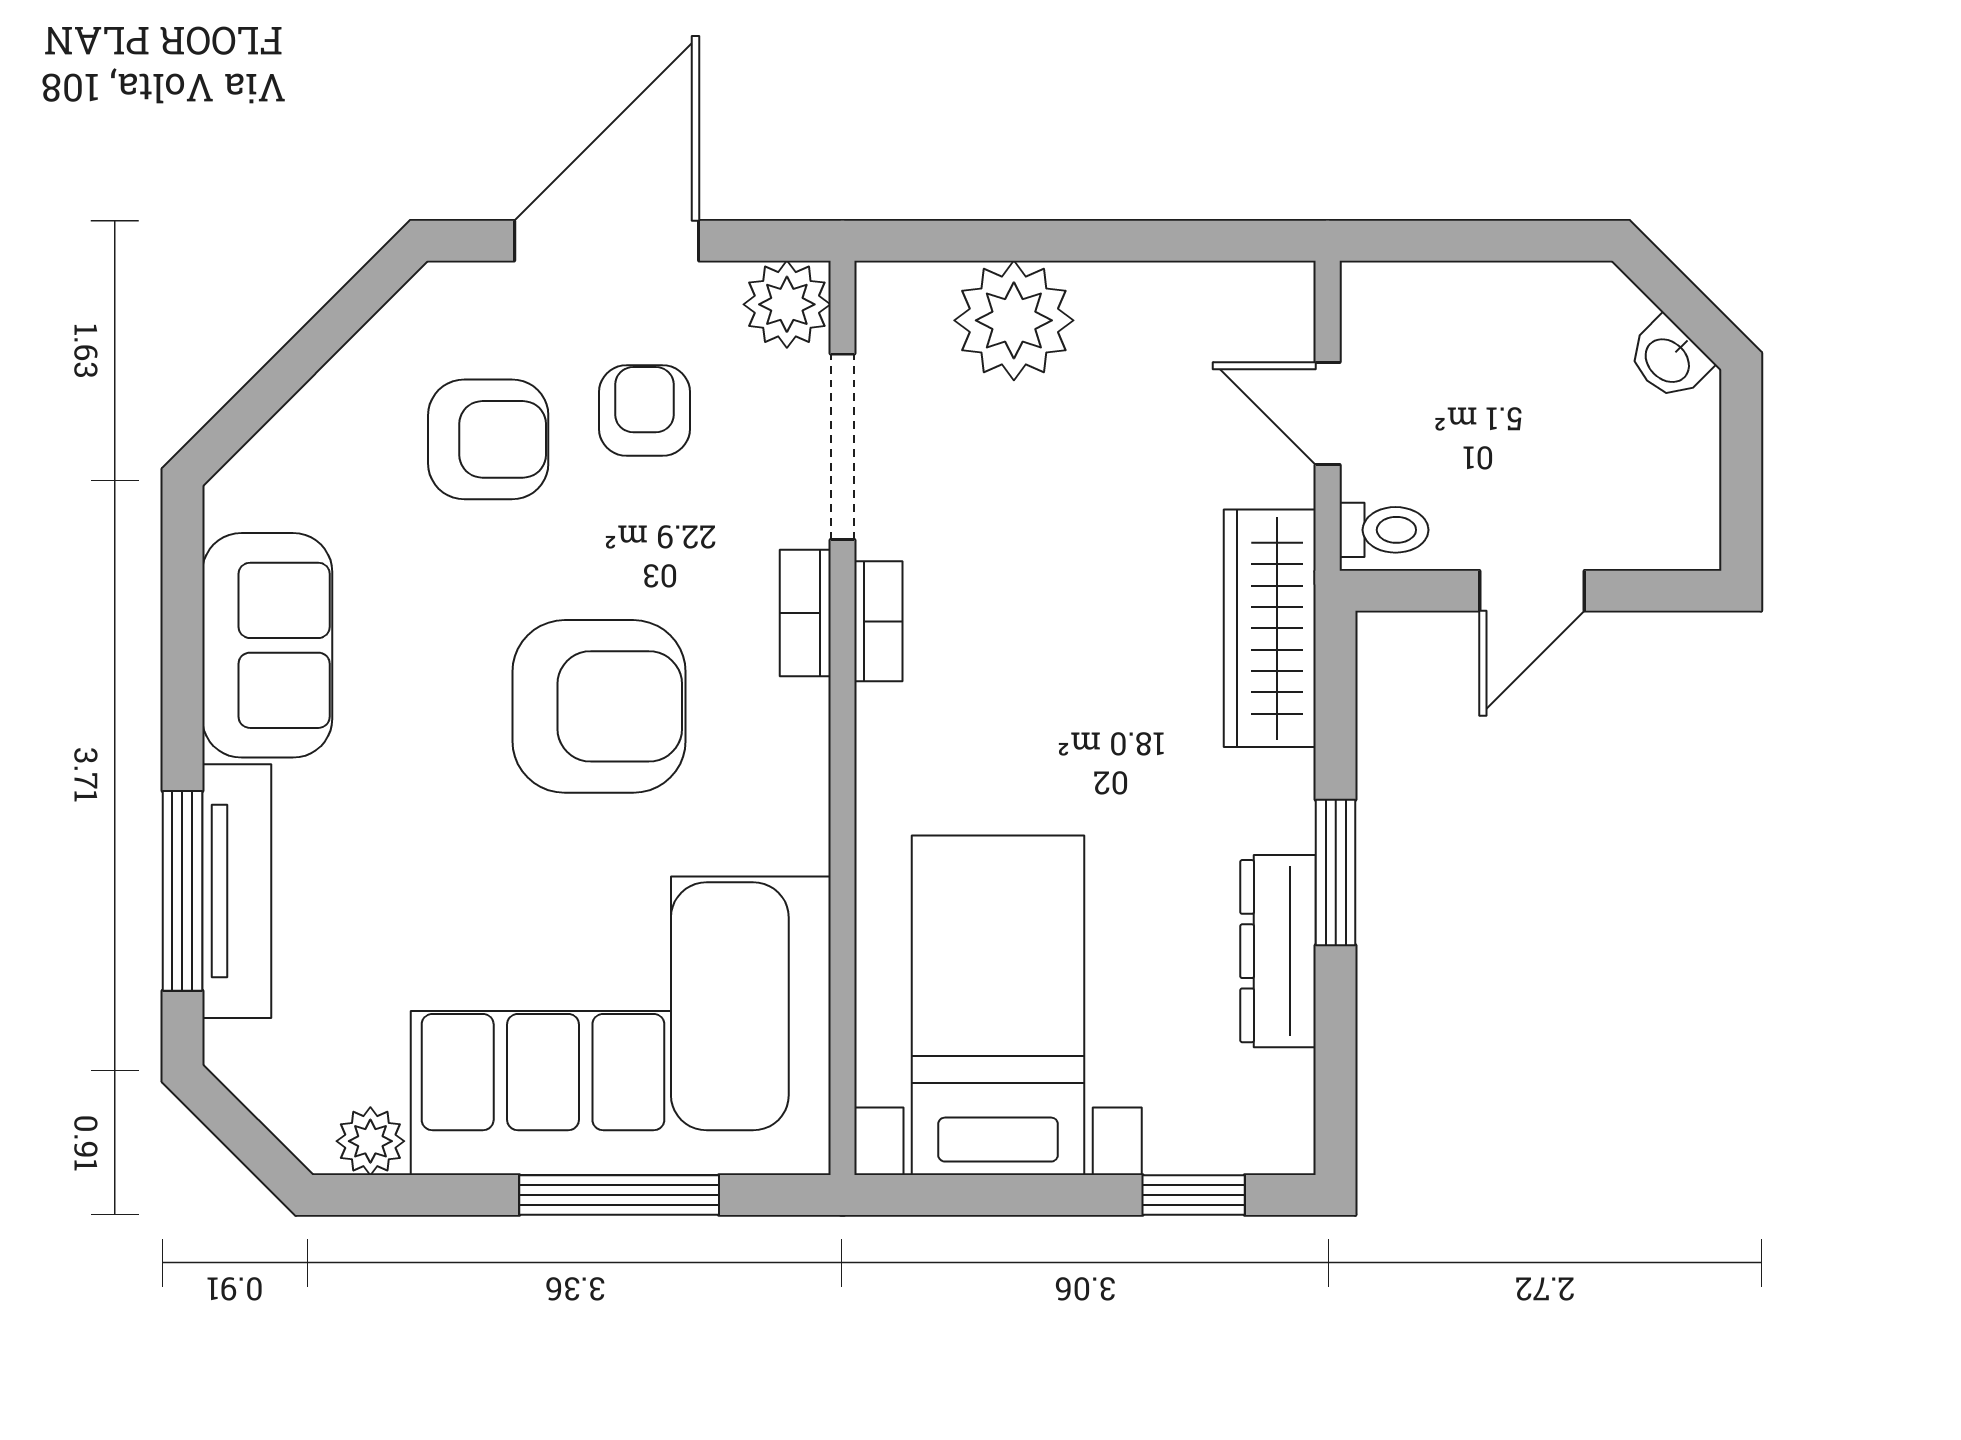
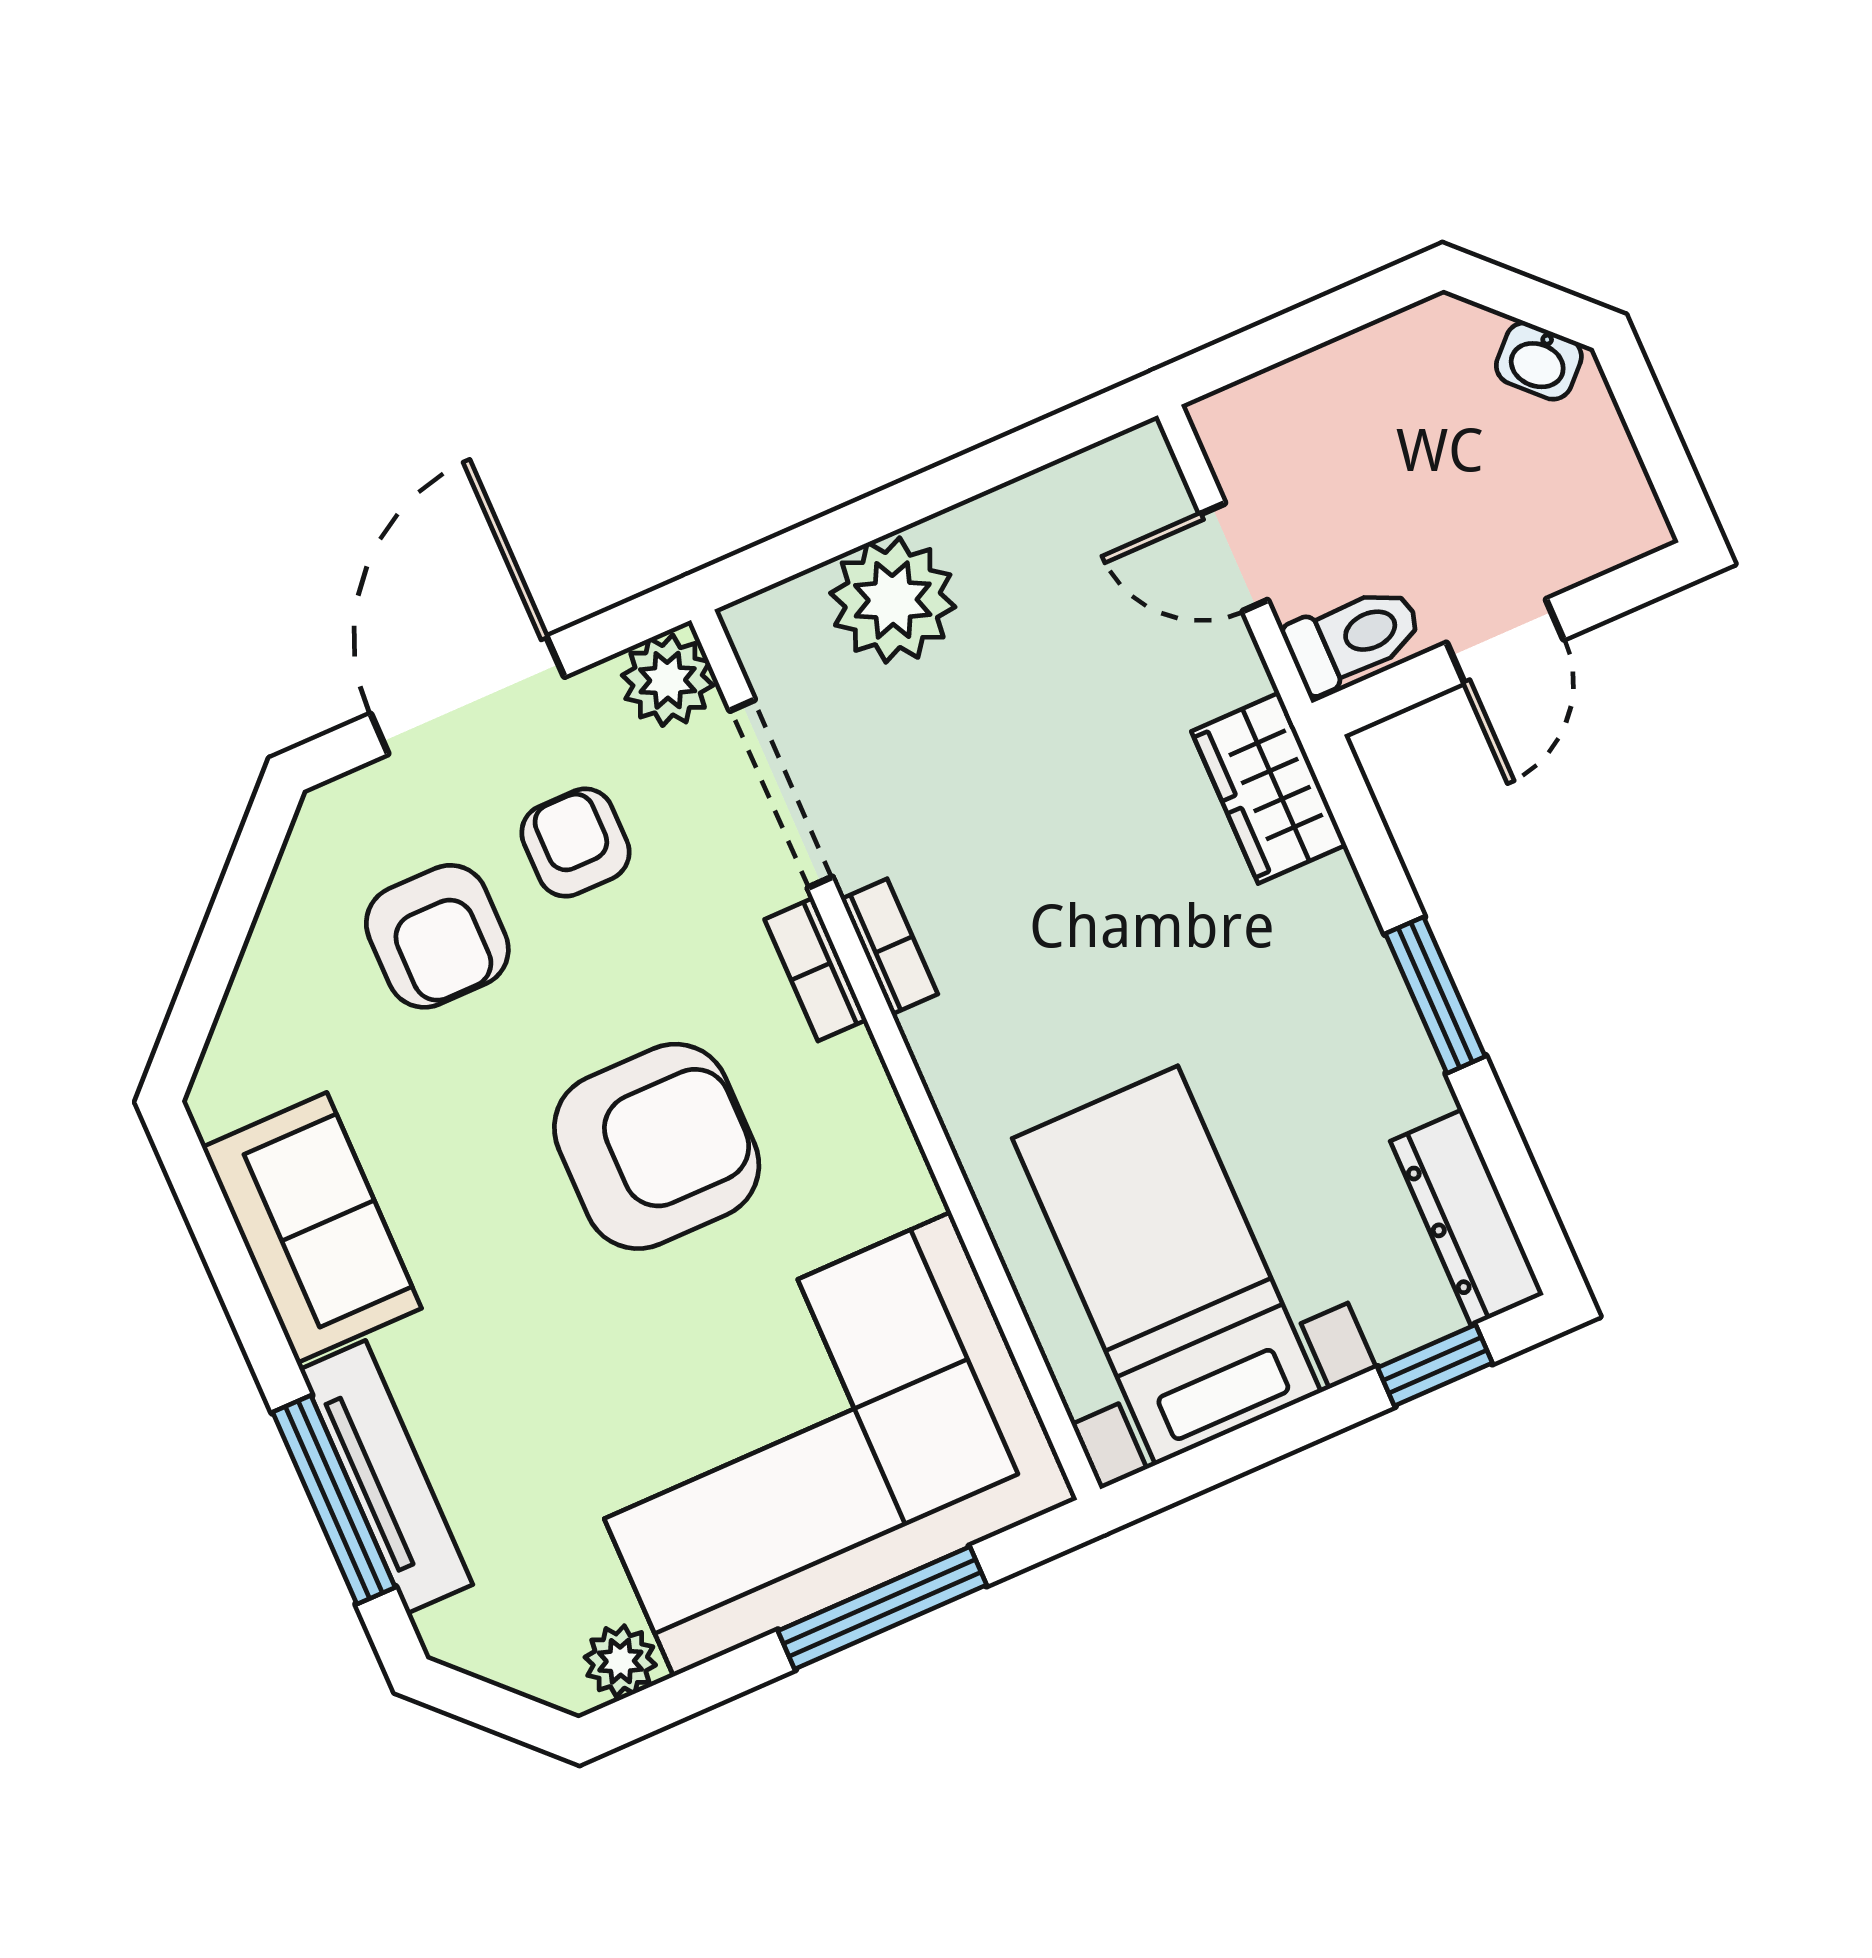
armchair: (488, 439) -> (437, 936), turned 90
toilet: (1384, 530) -> (1354, 638), width x1.37, depth x1.39
wardrobe: (1270, 628) -> (1269, 788), width x0.67
dresser: (1278, 951) -> (1467, 1218), moved

